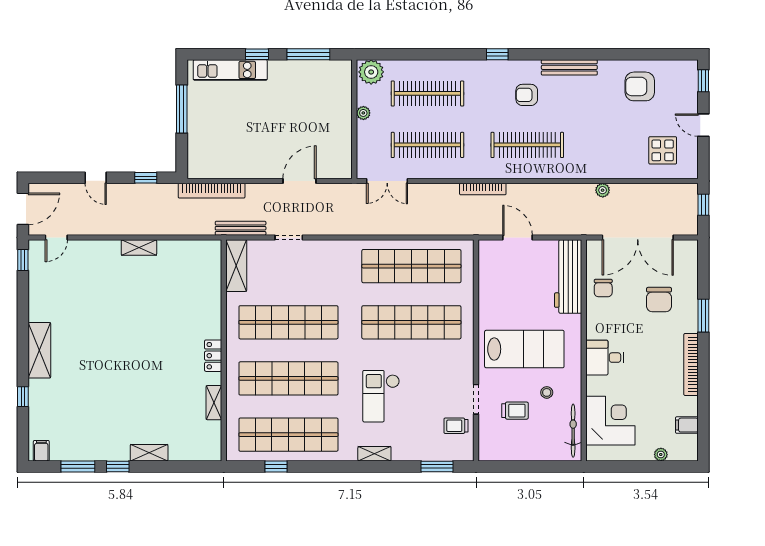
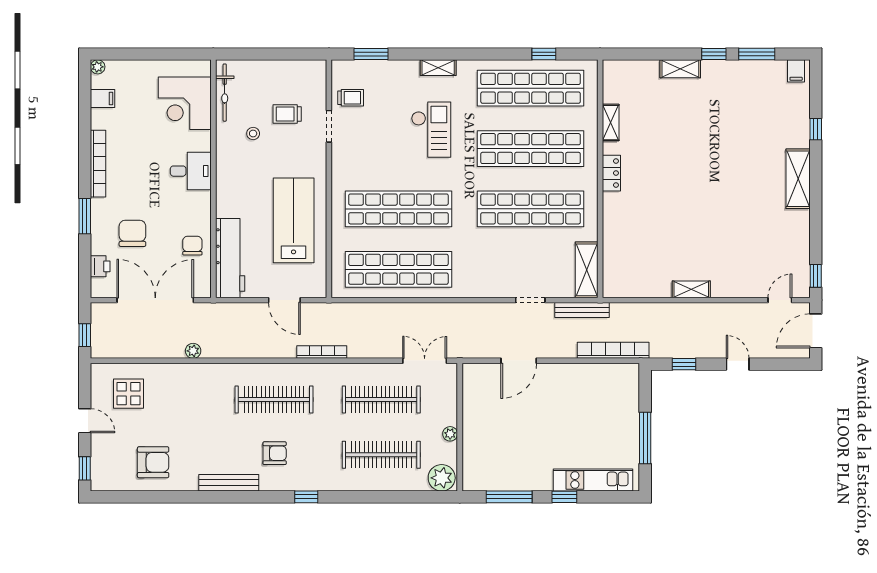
printer: (689, 269) -> (100, 266), added
lab bench: (524, 349) -> (294, 220), moved, turned 90
plant: (661, 454) -> (98, 67), moved

